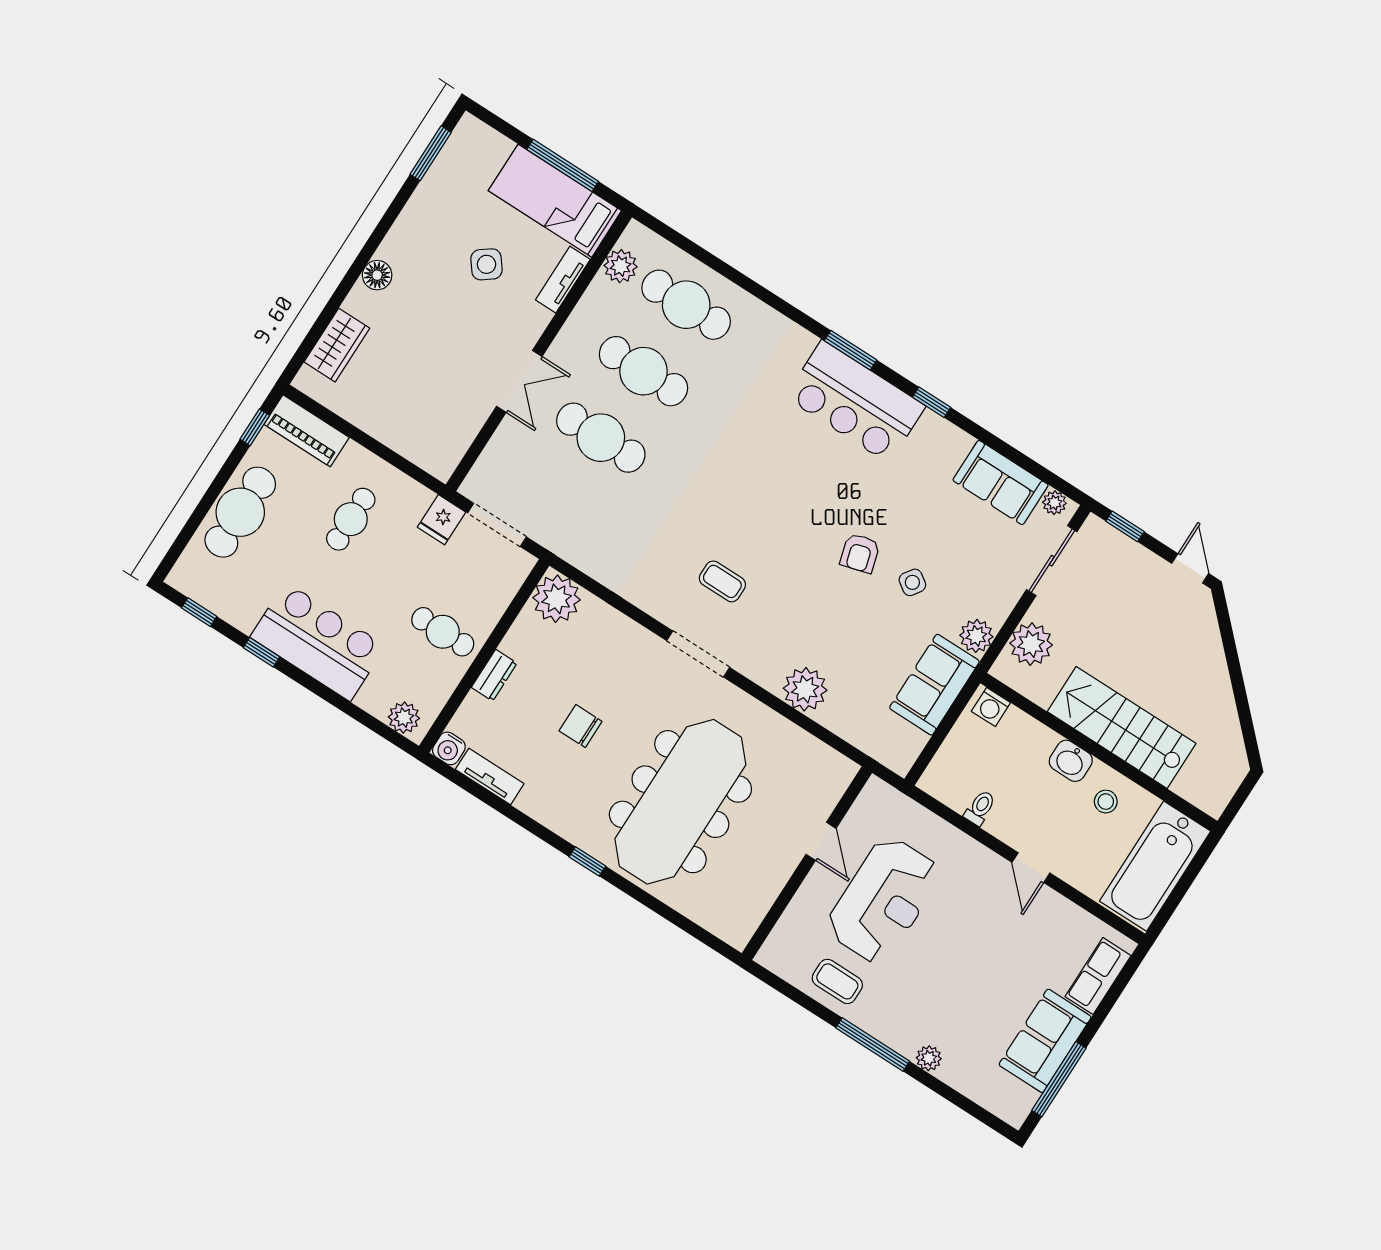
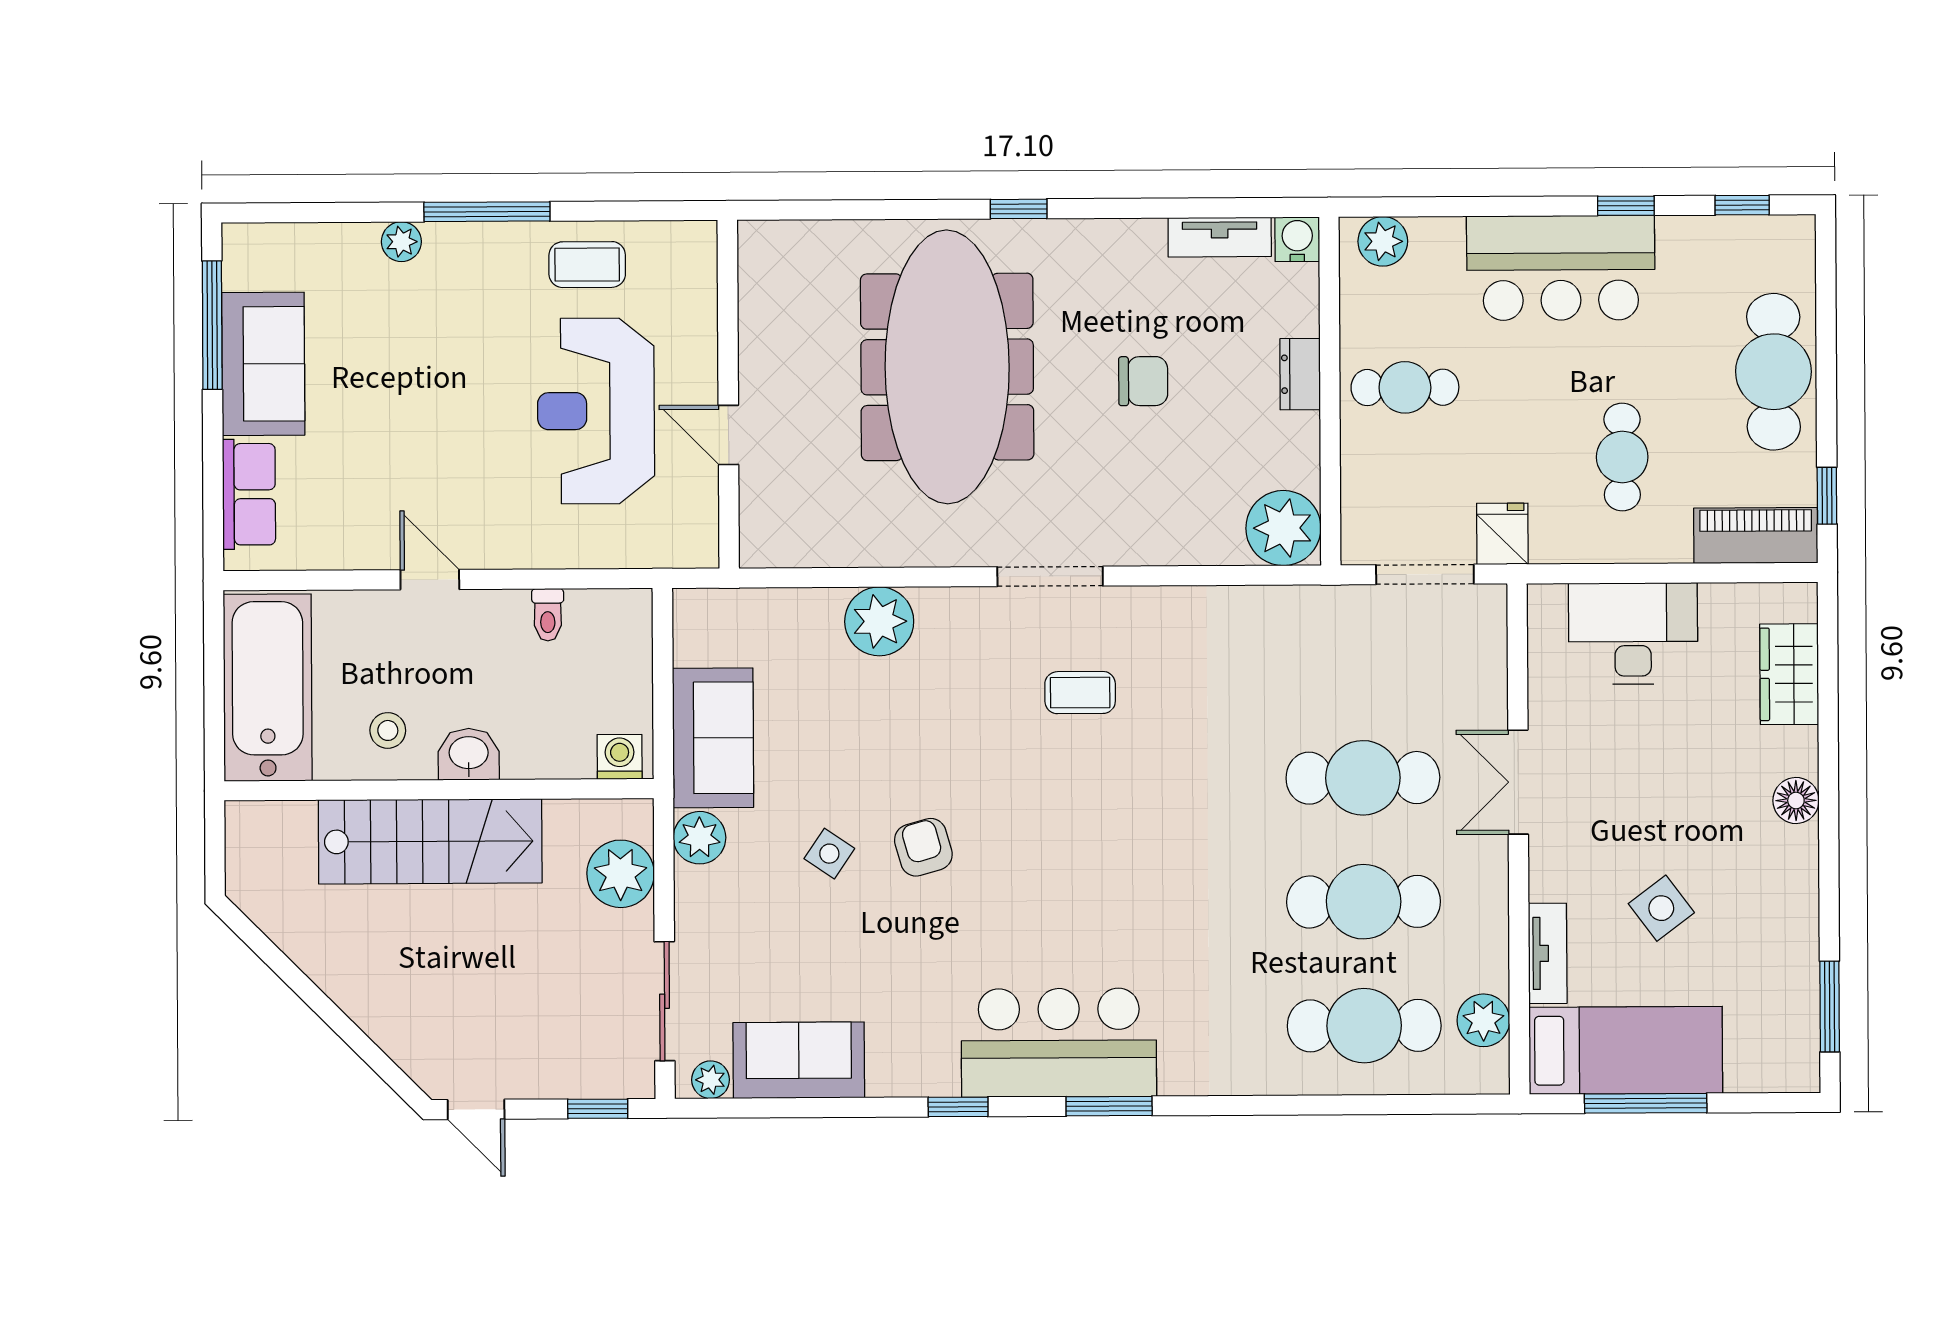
desk: (406, 421) -> (1633, 634), added

